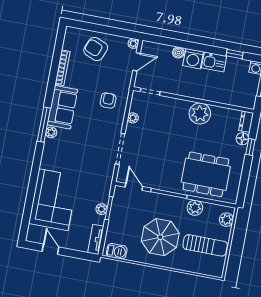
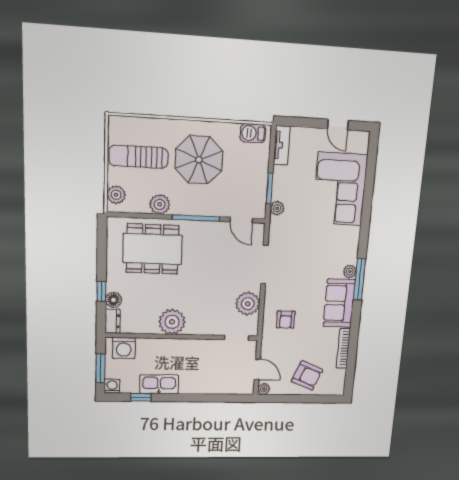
boiler: (178, 53) -> (209, 388), removed
washing machine: (193, 59) -> (124, 348), moved, turned 180
door: (137, 62) -> (257, 369), swing flipped
kitchen sink: (214, 62) -> (159, 384), width x1.38
plant: (133, 118) -> (248, 304), width x1.88, depth x1.88
plant: (102, 209) -> (277, 208), moved

